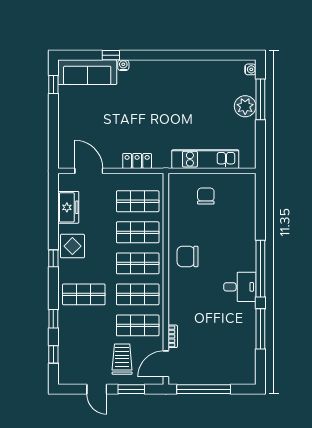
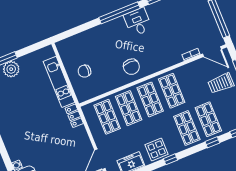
locker: (137, 161) -> (74, 116), moved
shop shelf: (138, 325) -> (208, 119), moved

